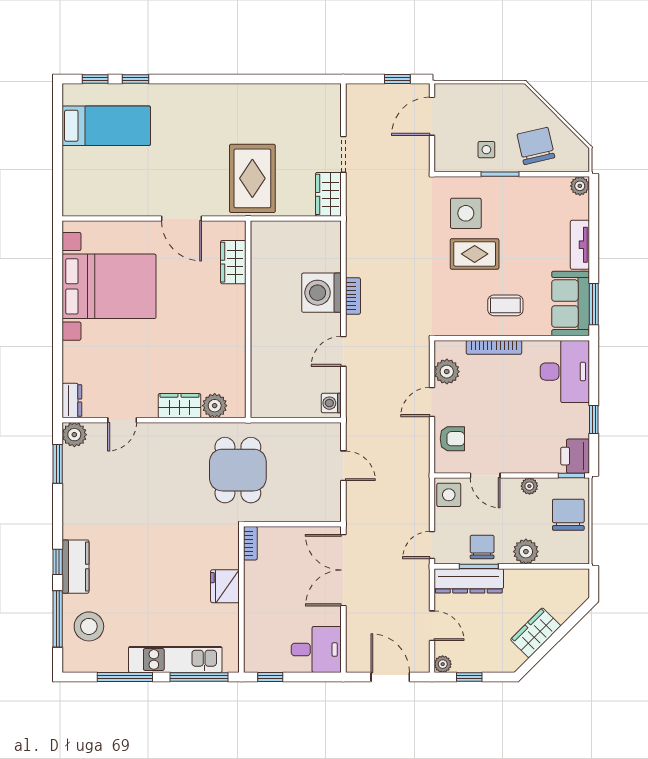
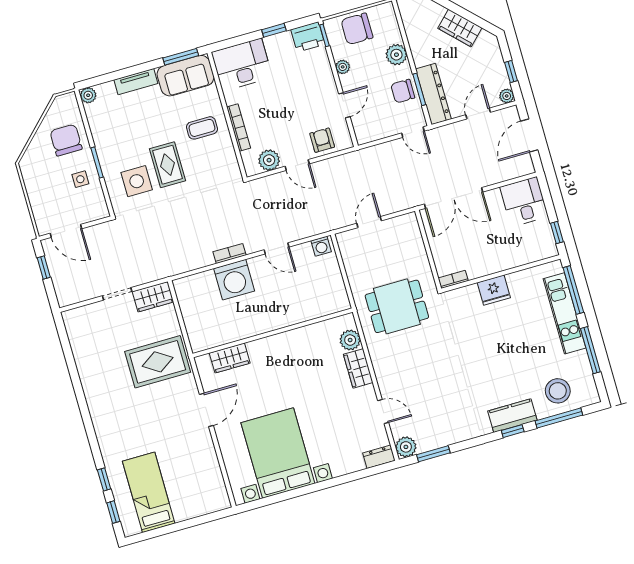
chair: (536, 146) -> (66, 140), turned 103
coffee table: (505, 305) -> (202, 128), turned 90
side table: (449, 495) -> (368, 130), removed

